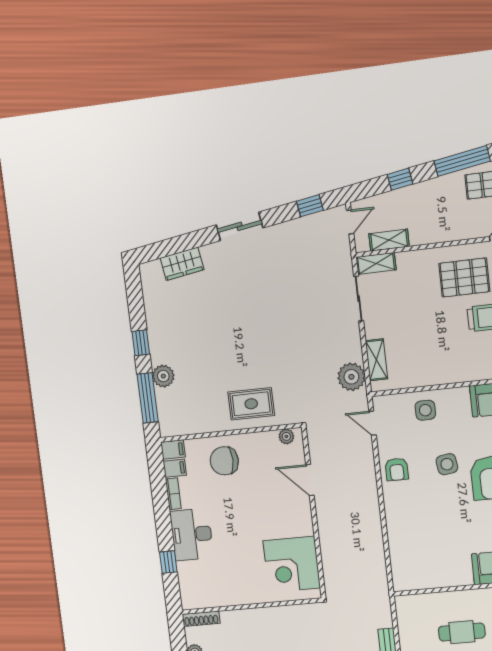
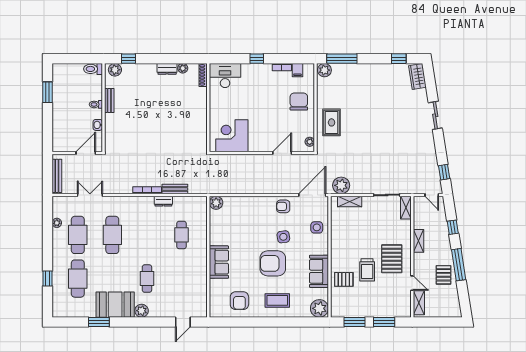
sliding door: (240, 226) -> (435, 115), moved
shelving: (389, 240) -> (419, 241), moved
wardrobe: (182, 264) -> (417, 77), moved
window: (141, 343) -> (399, 59), moved
plant: (163, 376) -> (324, 70), moved
door: (373, 423) -> (312, 195), width x1.88
filing cabinet: (173, 450) -> (309, 70), removed
desk: (192, 534) -> (225, 76), moved
window: (168, 562) -> (257, 59), moved
plant: (403, 580) -> (216, 203), added

